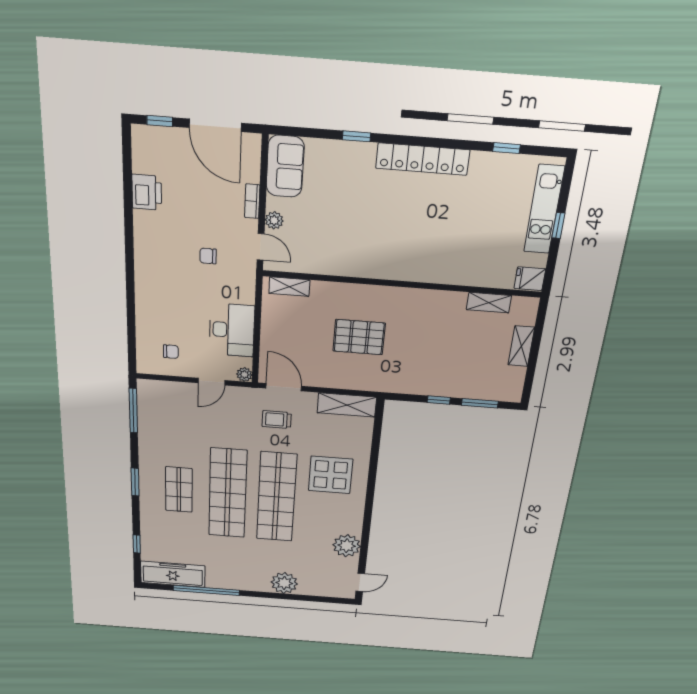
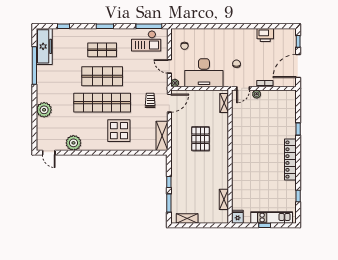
sofa: (285, 166) -> (282, 98), removed
desk: (232, 330) -> (204, 73), width x1.36, depth x1.30
shelving: (521, 346) -> (187, 219), moved
checkout: (162, 418) -> (146, 41), added
shop shelf: (228, 493) -> (102, 76), width x0.71

